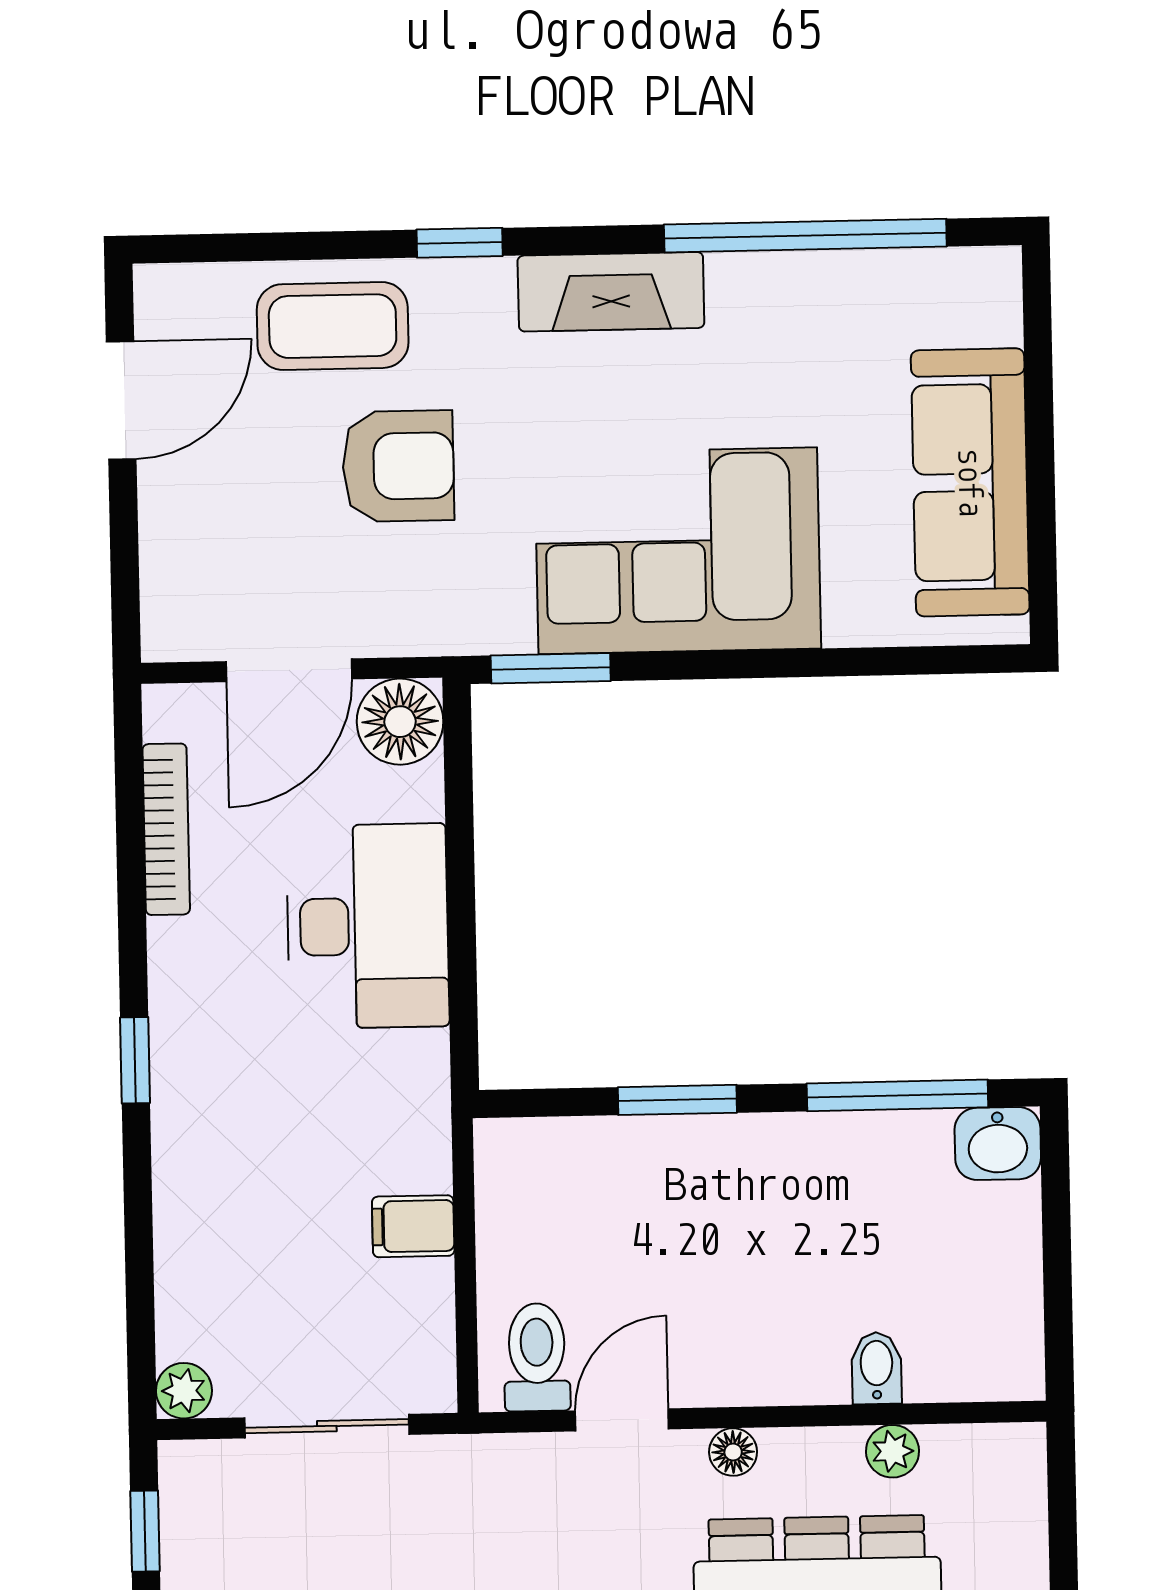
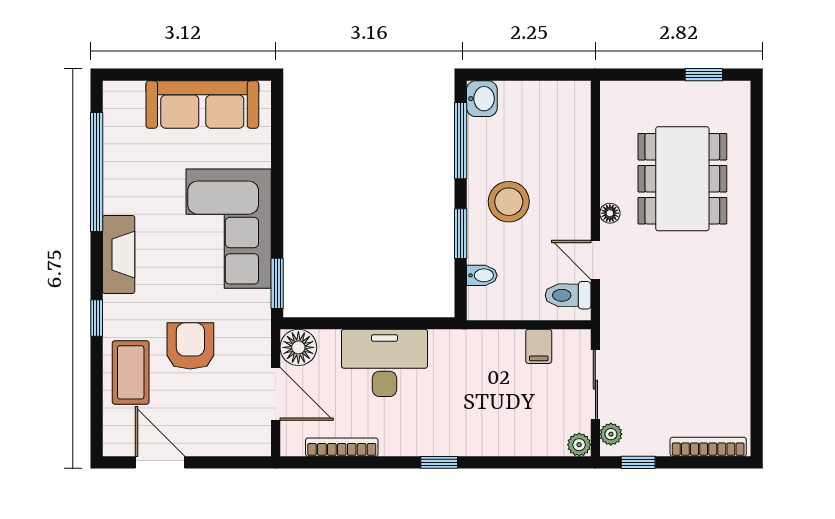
stool: (755, 1212) -> (509, 202), added
filing cabinet: (413, 1226) -> (539, 346), moved
bidet: (877, 1368) -> (482, 275), moved, turned 180
plant: (893, 1451) -> (611, 434), moved

